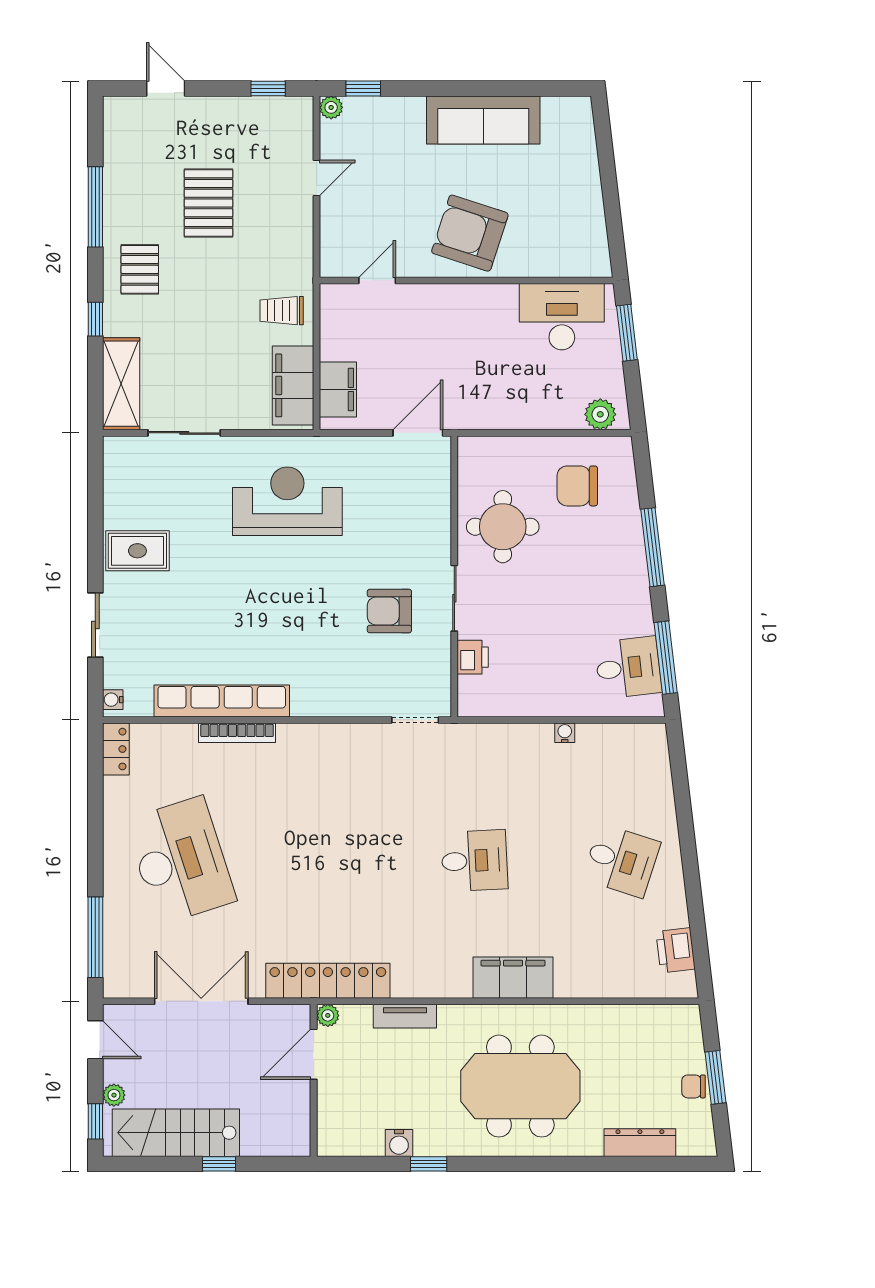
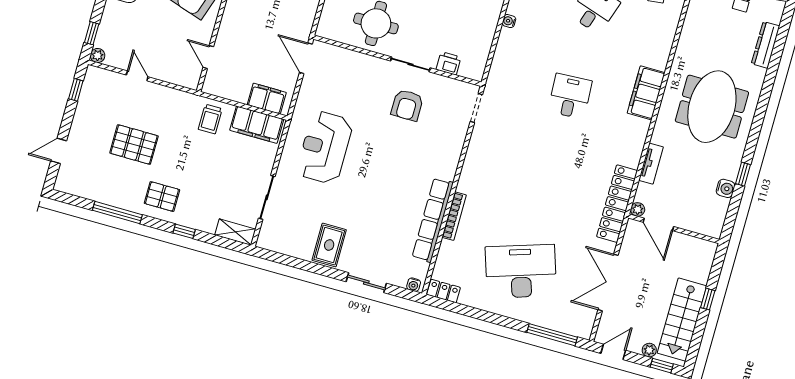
shelving: (121, 384) -> (235, 232), width x0.67, depth x0.75

